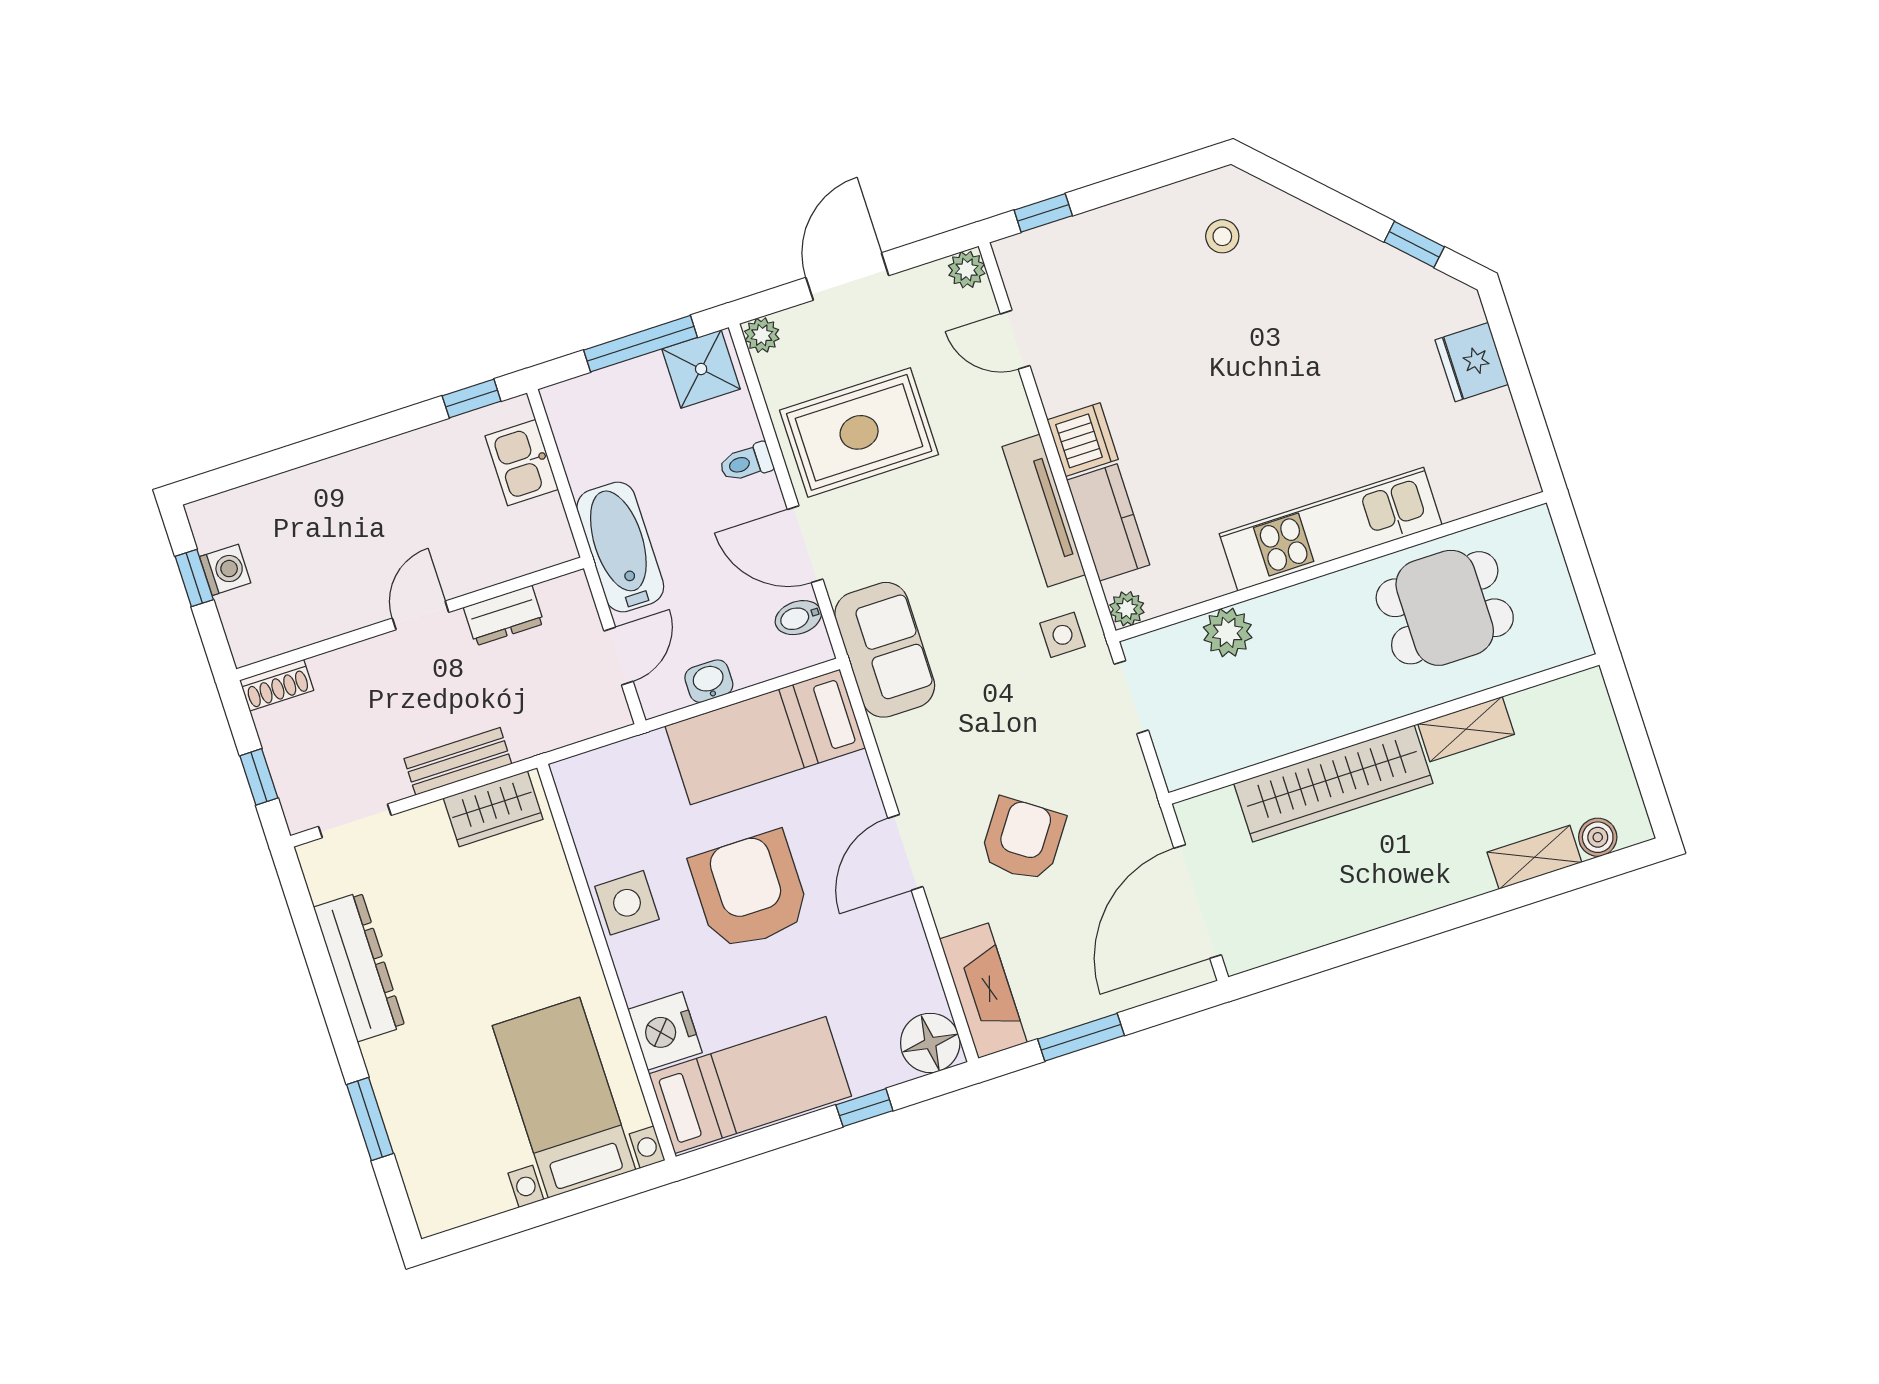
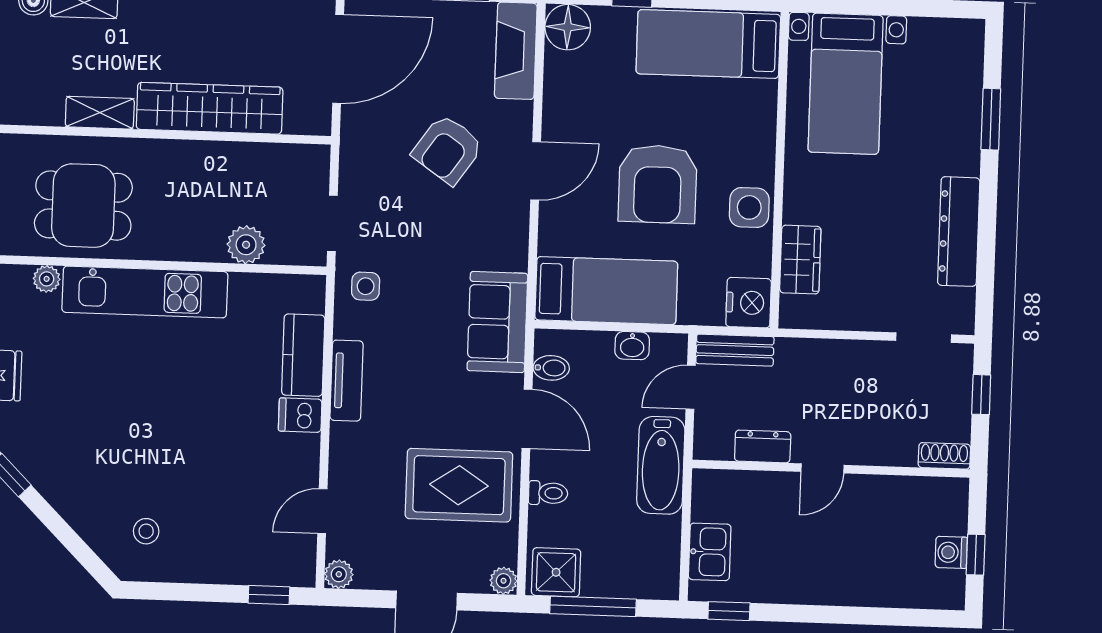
door: (1015, 340) -> (322, 511), swing flipped
dishwasher: (1083, 440) -> (300, 415), width x0.73
tv unit: (1044, 511) -> (347, 381), width x0.71
plant: (1127, 609) -> (47, 279), moved
bench: (458, 761) -> (735, 350), moved
wardrobe: (493, 809) -> (800, 260), moved, turned 90
nightstand: (665, 1031) -> (749, 303), moved

